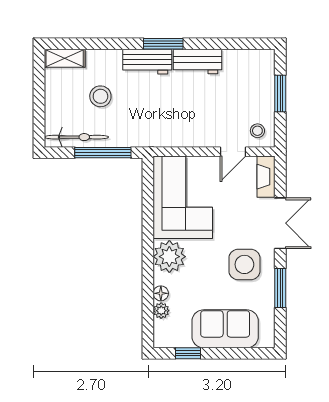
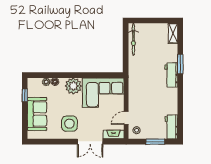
window: (163, 44) -> (180, 64), moved
workbench: (197, 62) -> (171, 127), moved
stool: (100, 96) -> (154, 51), removed
door: (233, 152) -> (126, 118), hinge flipped
window: (103, 153) -> (126, 53), removed
window: (280, 288) -> (58, 142), removed

